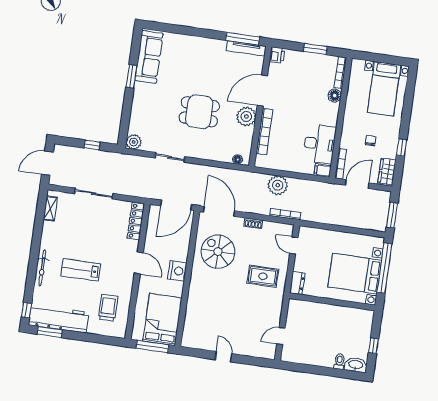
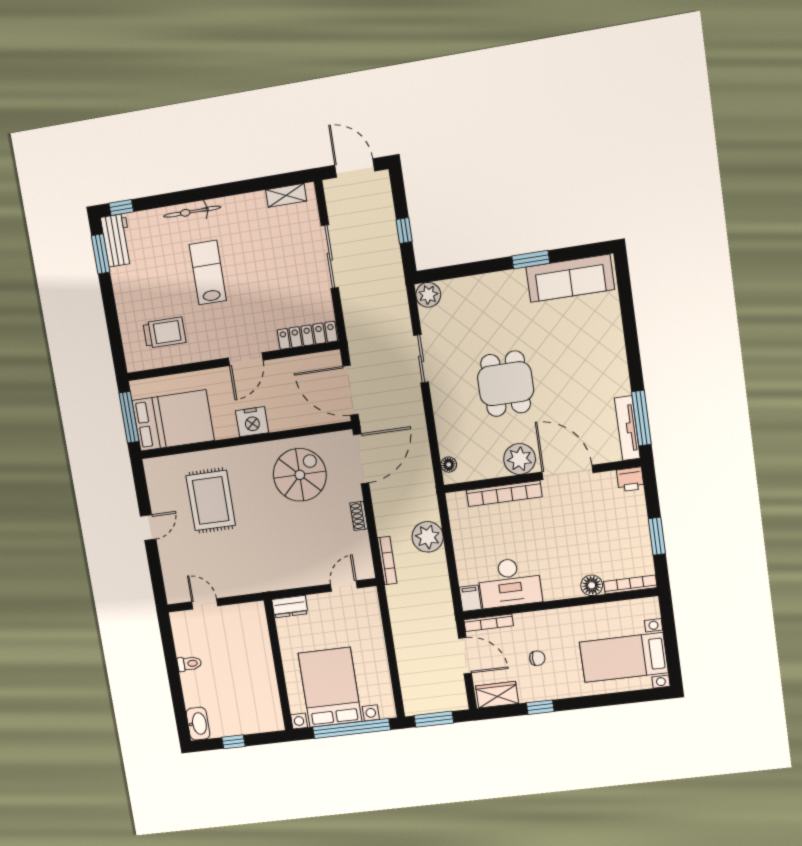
rug: (263, 276) -> (211, 500), moved, width x1.36, depth x1.43
workbench: (59, 319) -> (117, 240), width x0.53, depth x0.76
toilet: (339, 361) -> (189, 664), moved

